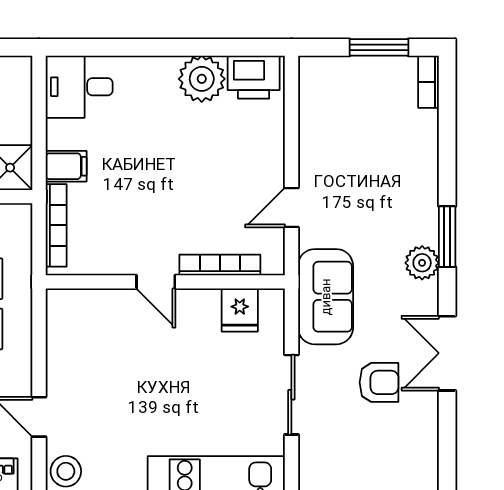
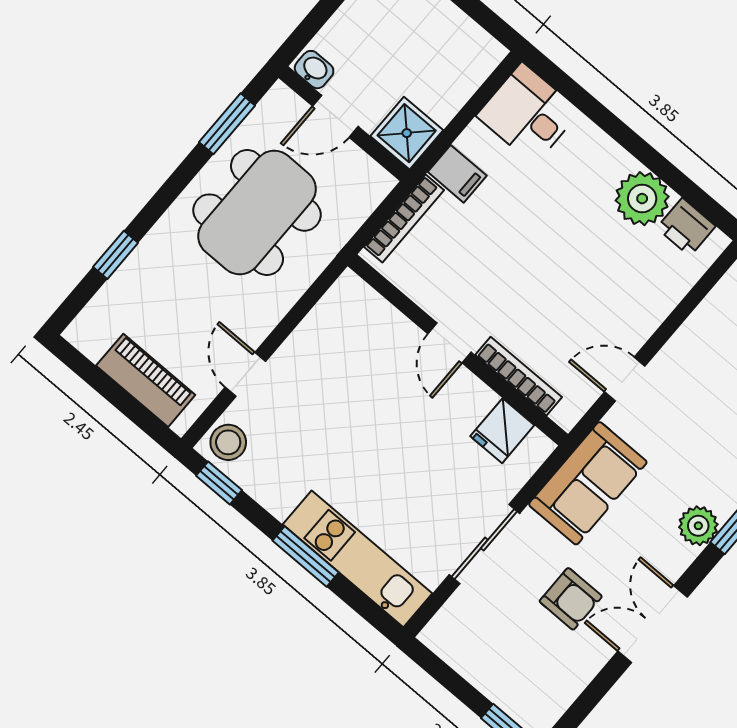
printer: (254, 77) -> (686, 227), width x0.73, depth x0.81

